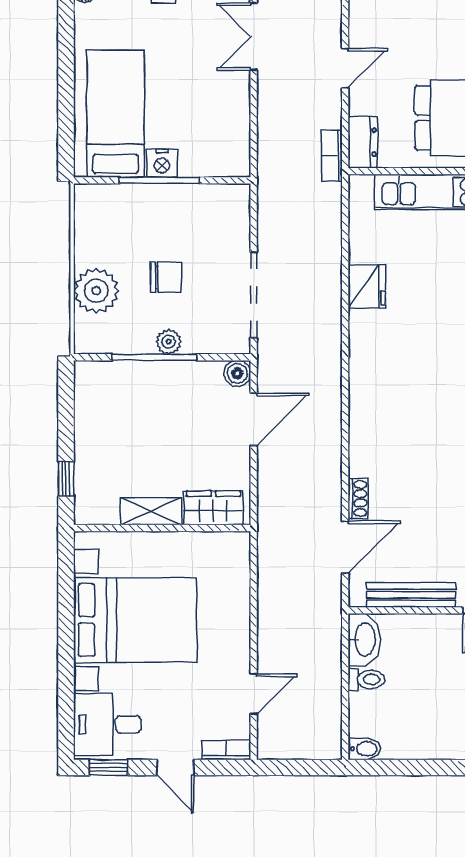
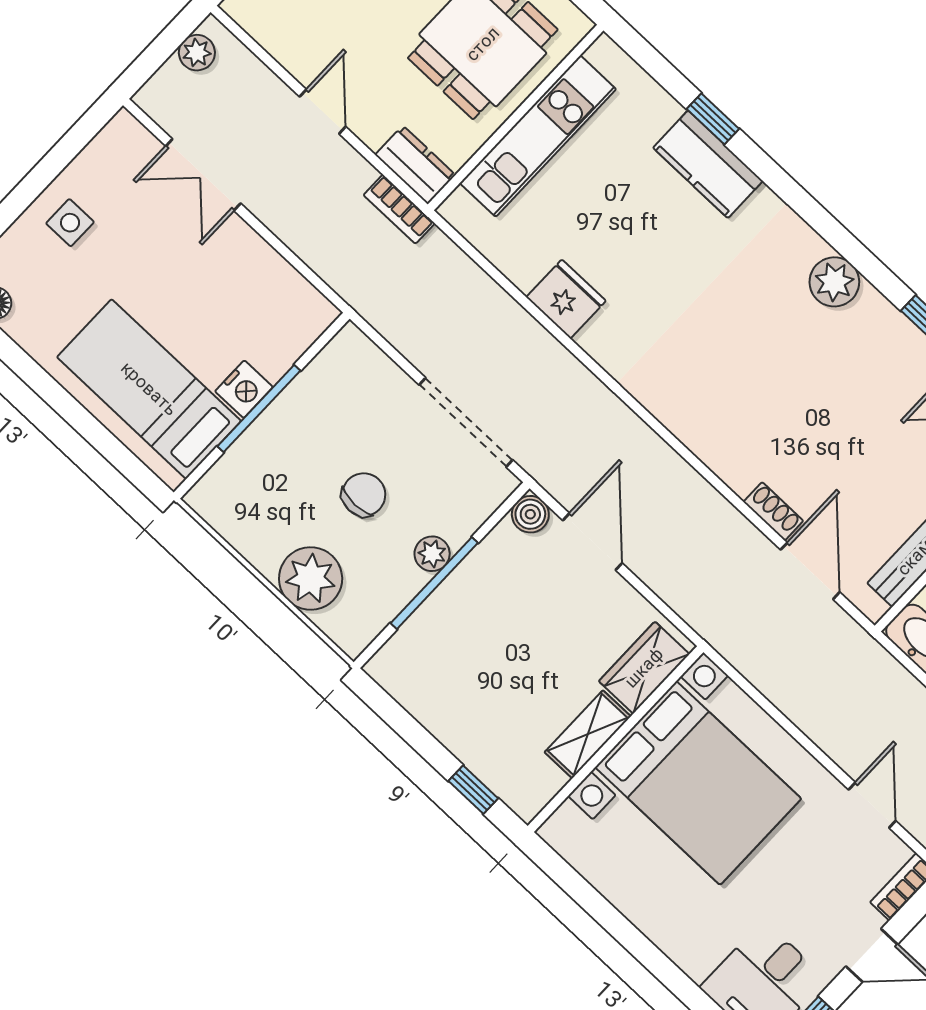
bed with nightstands: (135, 620) -> (698, 783), moved, turned 90

